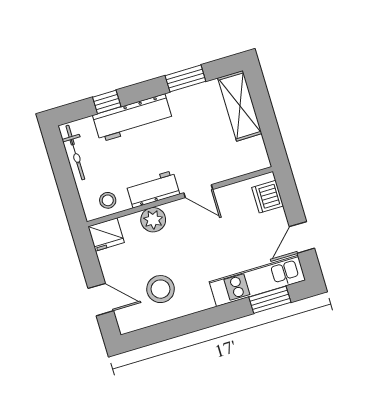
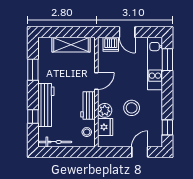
shelving: (240, 106) -> (71, 45), moved
fridge: (106, 234) -> (105, 127), moved
door: (302, 237) -> (127, 32), moved
stool: (161, 289) -> (132, 108), moved
window: (156, 334) -> (167, 127), added

